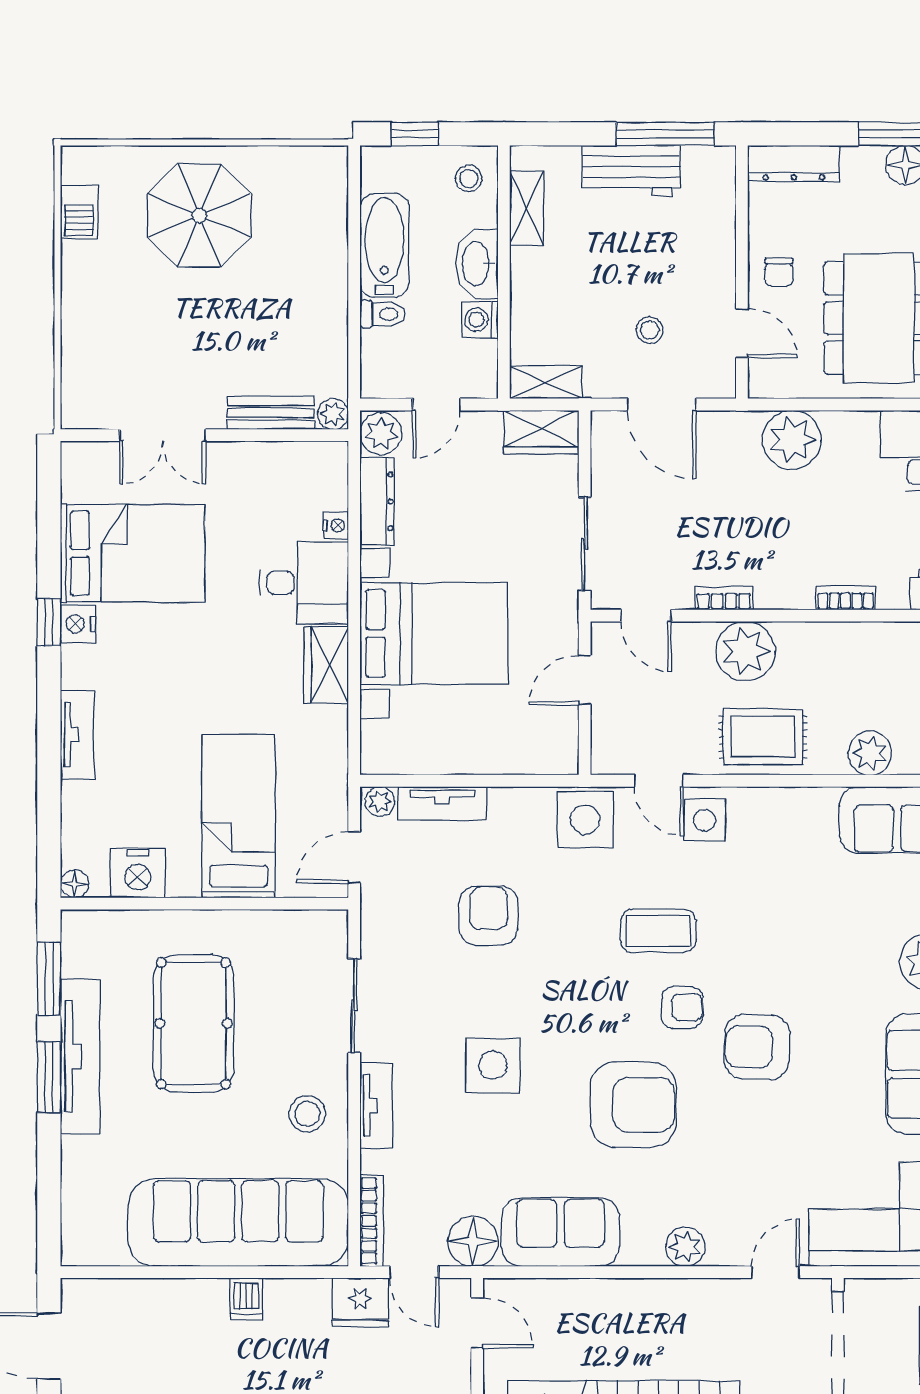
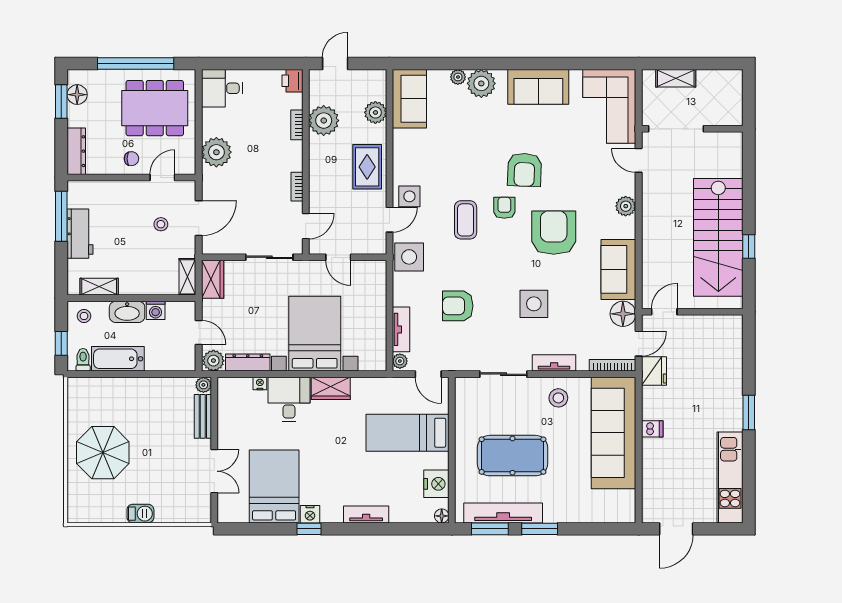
barbecue: (79, 212) -> (140, 514), moved
toilet: (382, 314) -> (83, 360), moved
plant: (745, 651) -> (324, 121), moved
tv unit: (80, 1057) -> (503, 513), moved

